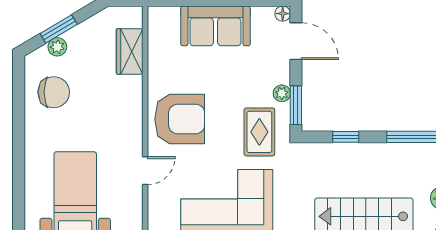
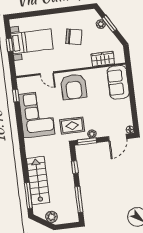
sofa: (215, 26) -> (118, 82), moved
chair: (54, 92) -> (74, 37), moved, turned -79

